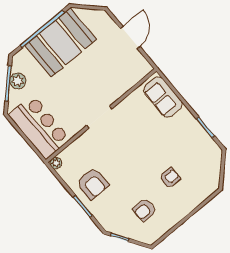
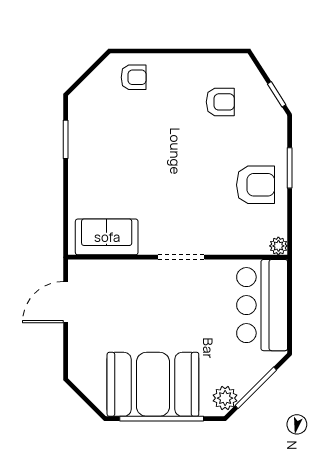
door: (130, 38) -> (66, 302), moved
plant: (18, 81) -> (225, 398), moved
sofa: (163, 97) -> (107, 237), moved, turned -90
armchair: (170, 178) -> (134, 77), moved, turned 180
armchair: (93, 184) -> (255, 185), turned 90

